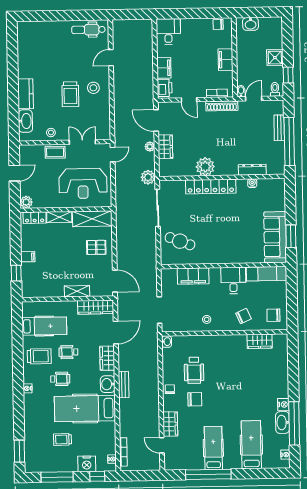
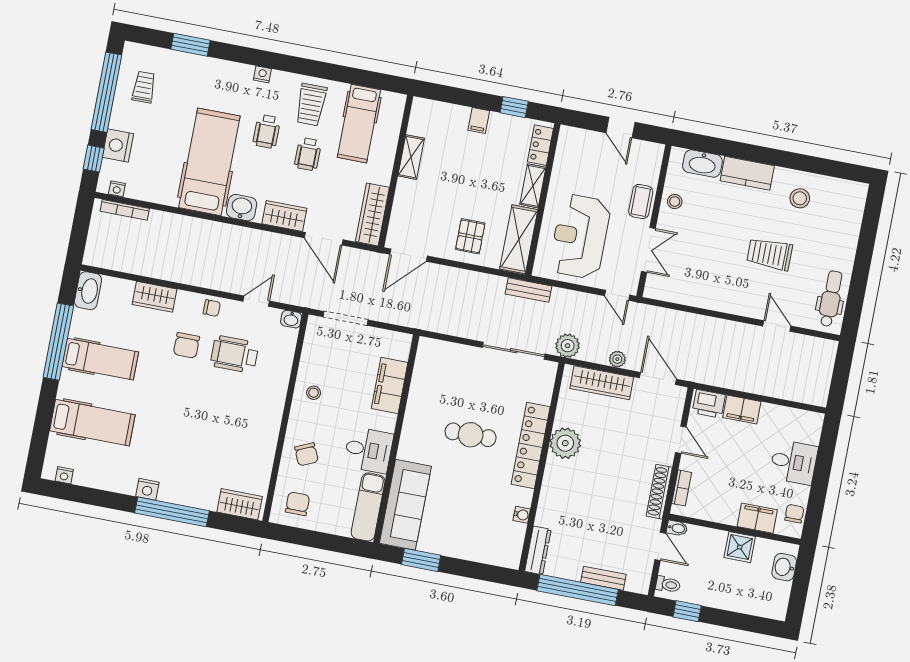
desk: (168, 32) -> (794, 462), moved
shower: (275, 58) -> (740, 547), moved
filing cabinet: (226, 60) -> (757, 518), moved
stool: (93, 88) -> (800, 198), moved
trolley: (70, 94) -> (770, 254), moved
door: (189, 100) -> (681, 440), swing flipped
door: (156, 121) -> (658, 378), hinge flipped
wardrobe: (165, 147) -> (602, 383), width x1.50
dresser: (252, 170) -> (538, 550), moved
plant: (26, 202) -> (569, 137), removed
sofa: (275, 237) -> (405, 505), moved, turned 90
cafe table: (180, 241) -> (471, 435), moved, turned 69
window: (16, 273) -> (514, 107), moved
shelving: (77, 291) -> (411, 157), moved
wardrobe: (260, 341) -> (240, 504), moved, turned 90
wheelchair: (68, 352) -> (308, 154), turned 180
bench: (124, 385) -> (528, 290), moved
washbasin: (283, 422) -> (88, 291), moved, turned 90
window: (294, 423) -> (172, 512), moved
trolley: (63, 439) -> (144, 87), moved
door: (162, 445) -> (256, 301), moved
window: (19, 451) -> (190, 45), moved
window: (57, 477) -> (106, 92), width x1.46

